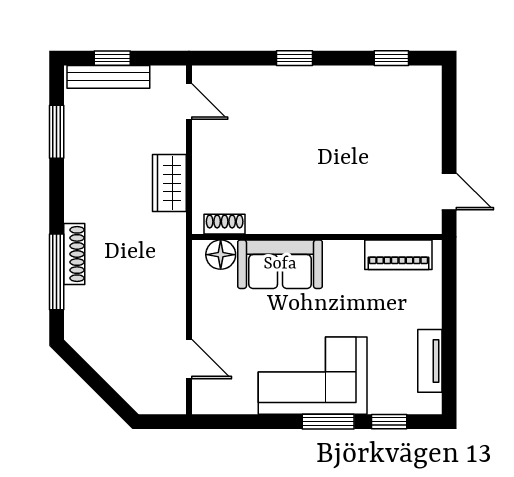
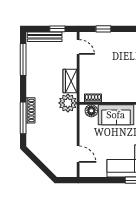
window: (112, 58) -> (57, 29), moved
window: (295, 58) -> (103, 29), moved
window: (57, 132) -> (23, 60), width x1.44
plant: (164, 236) -> (68, 103), added

